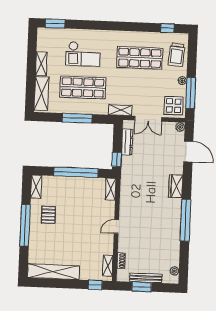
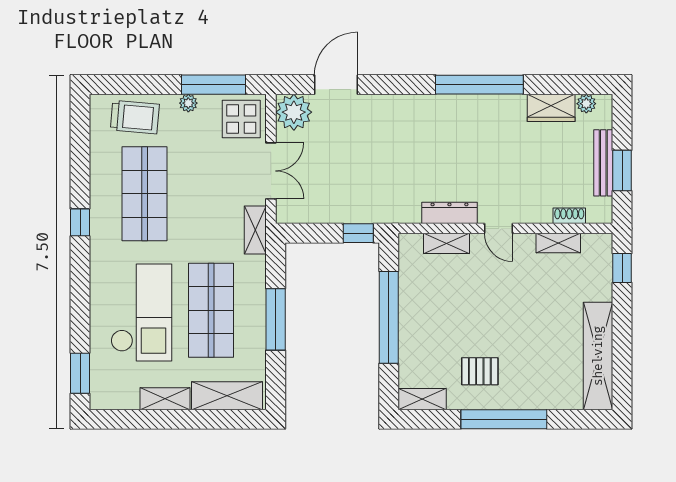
window: (167, 28) -> (80, 222), moved
checkout: (83, 54) -> (141, 312), width x1.36, depth x1.21
plant: (180, 127) -> (294, 112), width x1.88, depth x1.88
dresser: (127, 142) -> (449, 213), moved
wardrobe: (176, 186) -> (551, 108), moved
shelving: (111, 189) -> (446, 243), moved
shelving: (108, 266) -> (558, 243), moved

